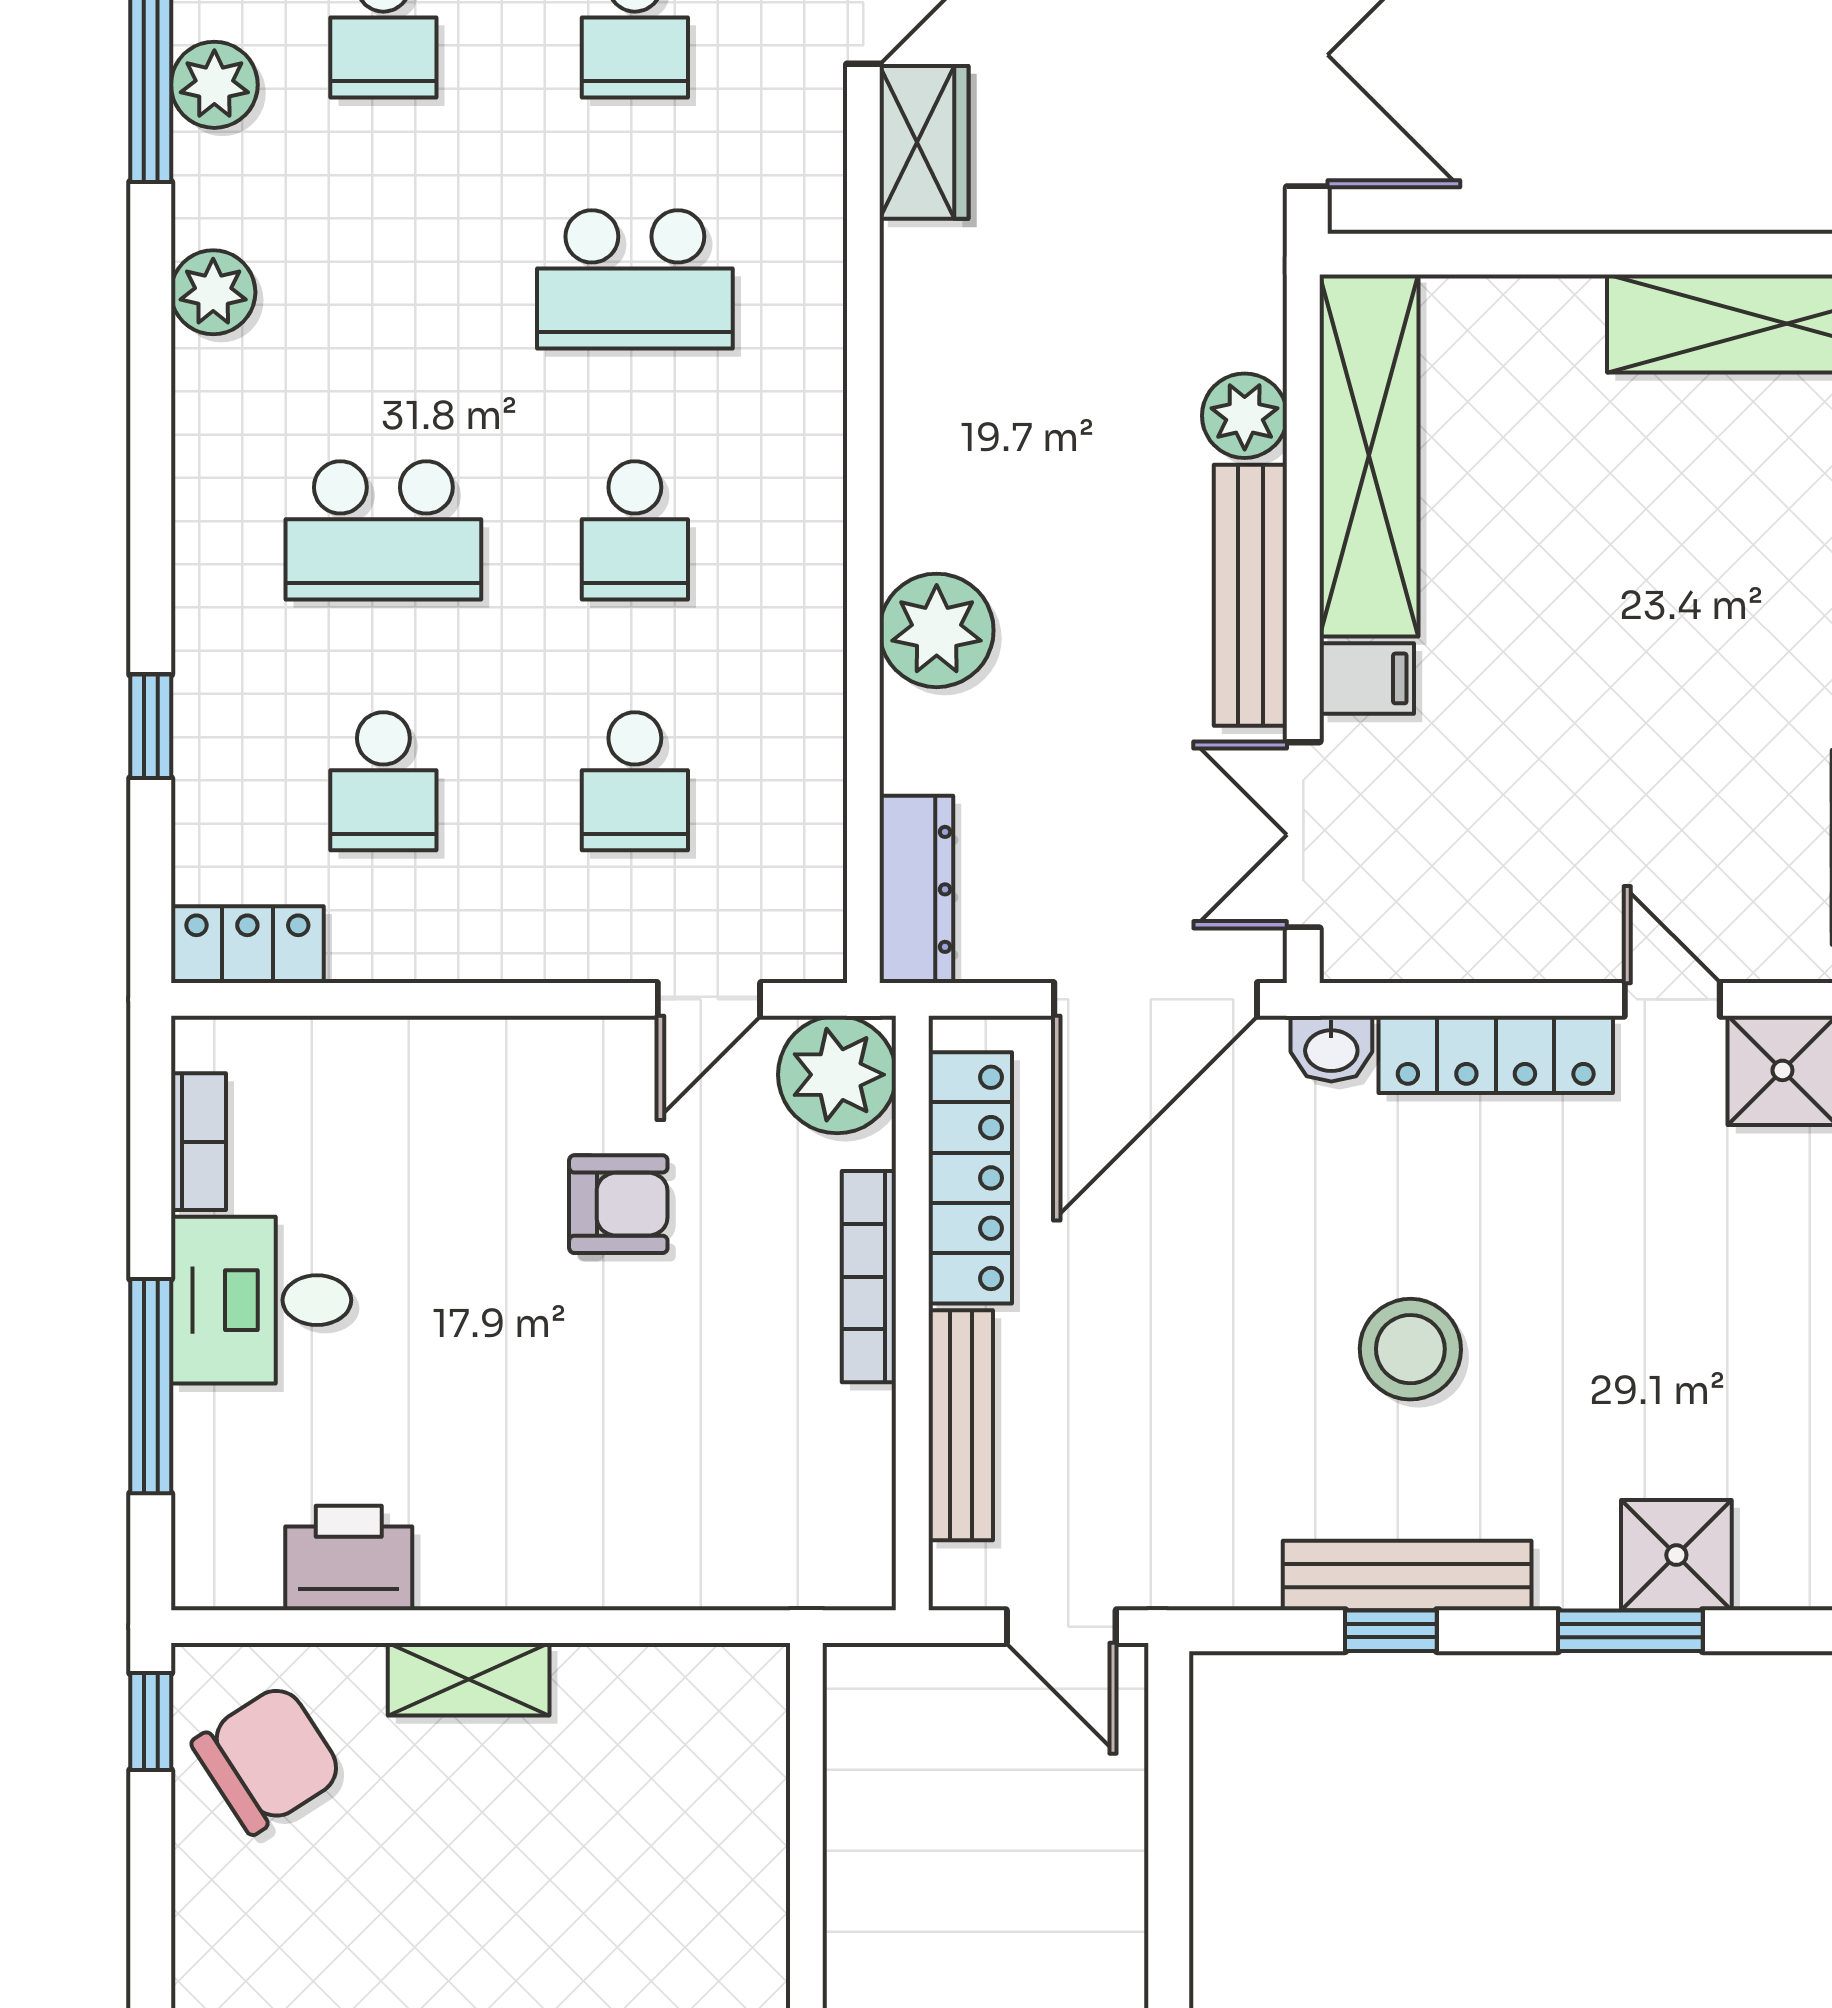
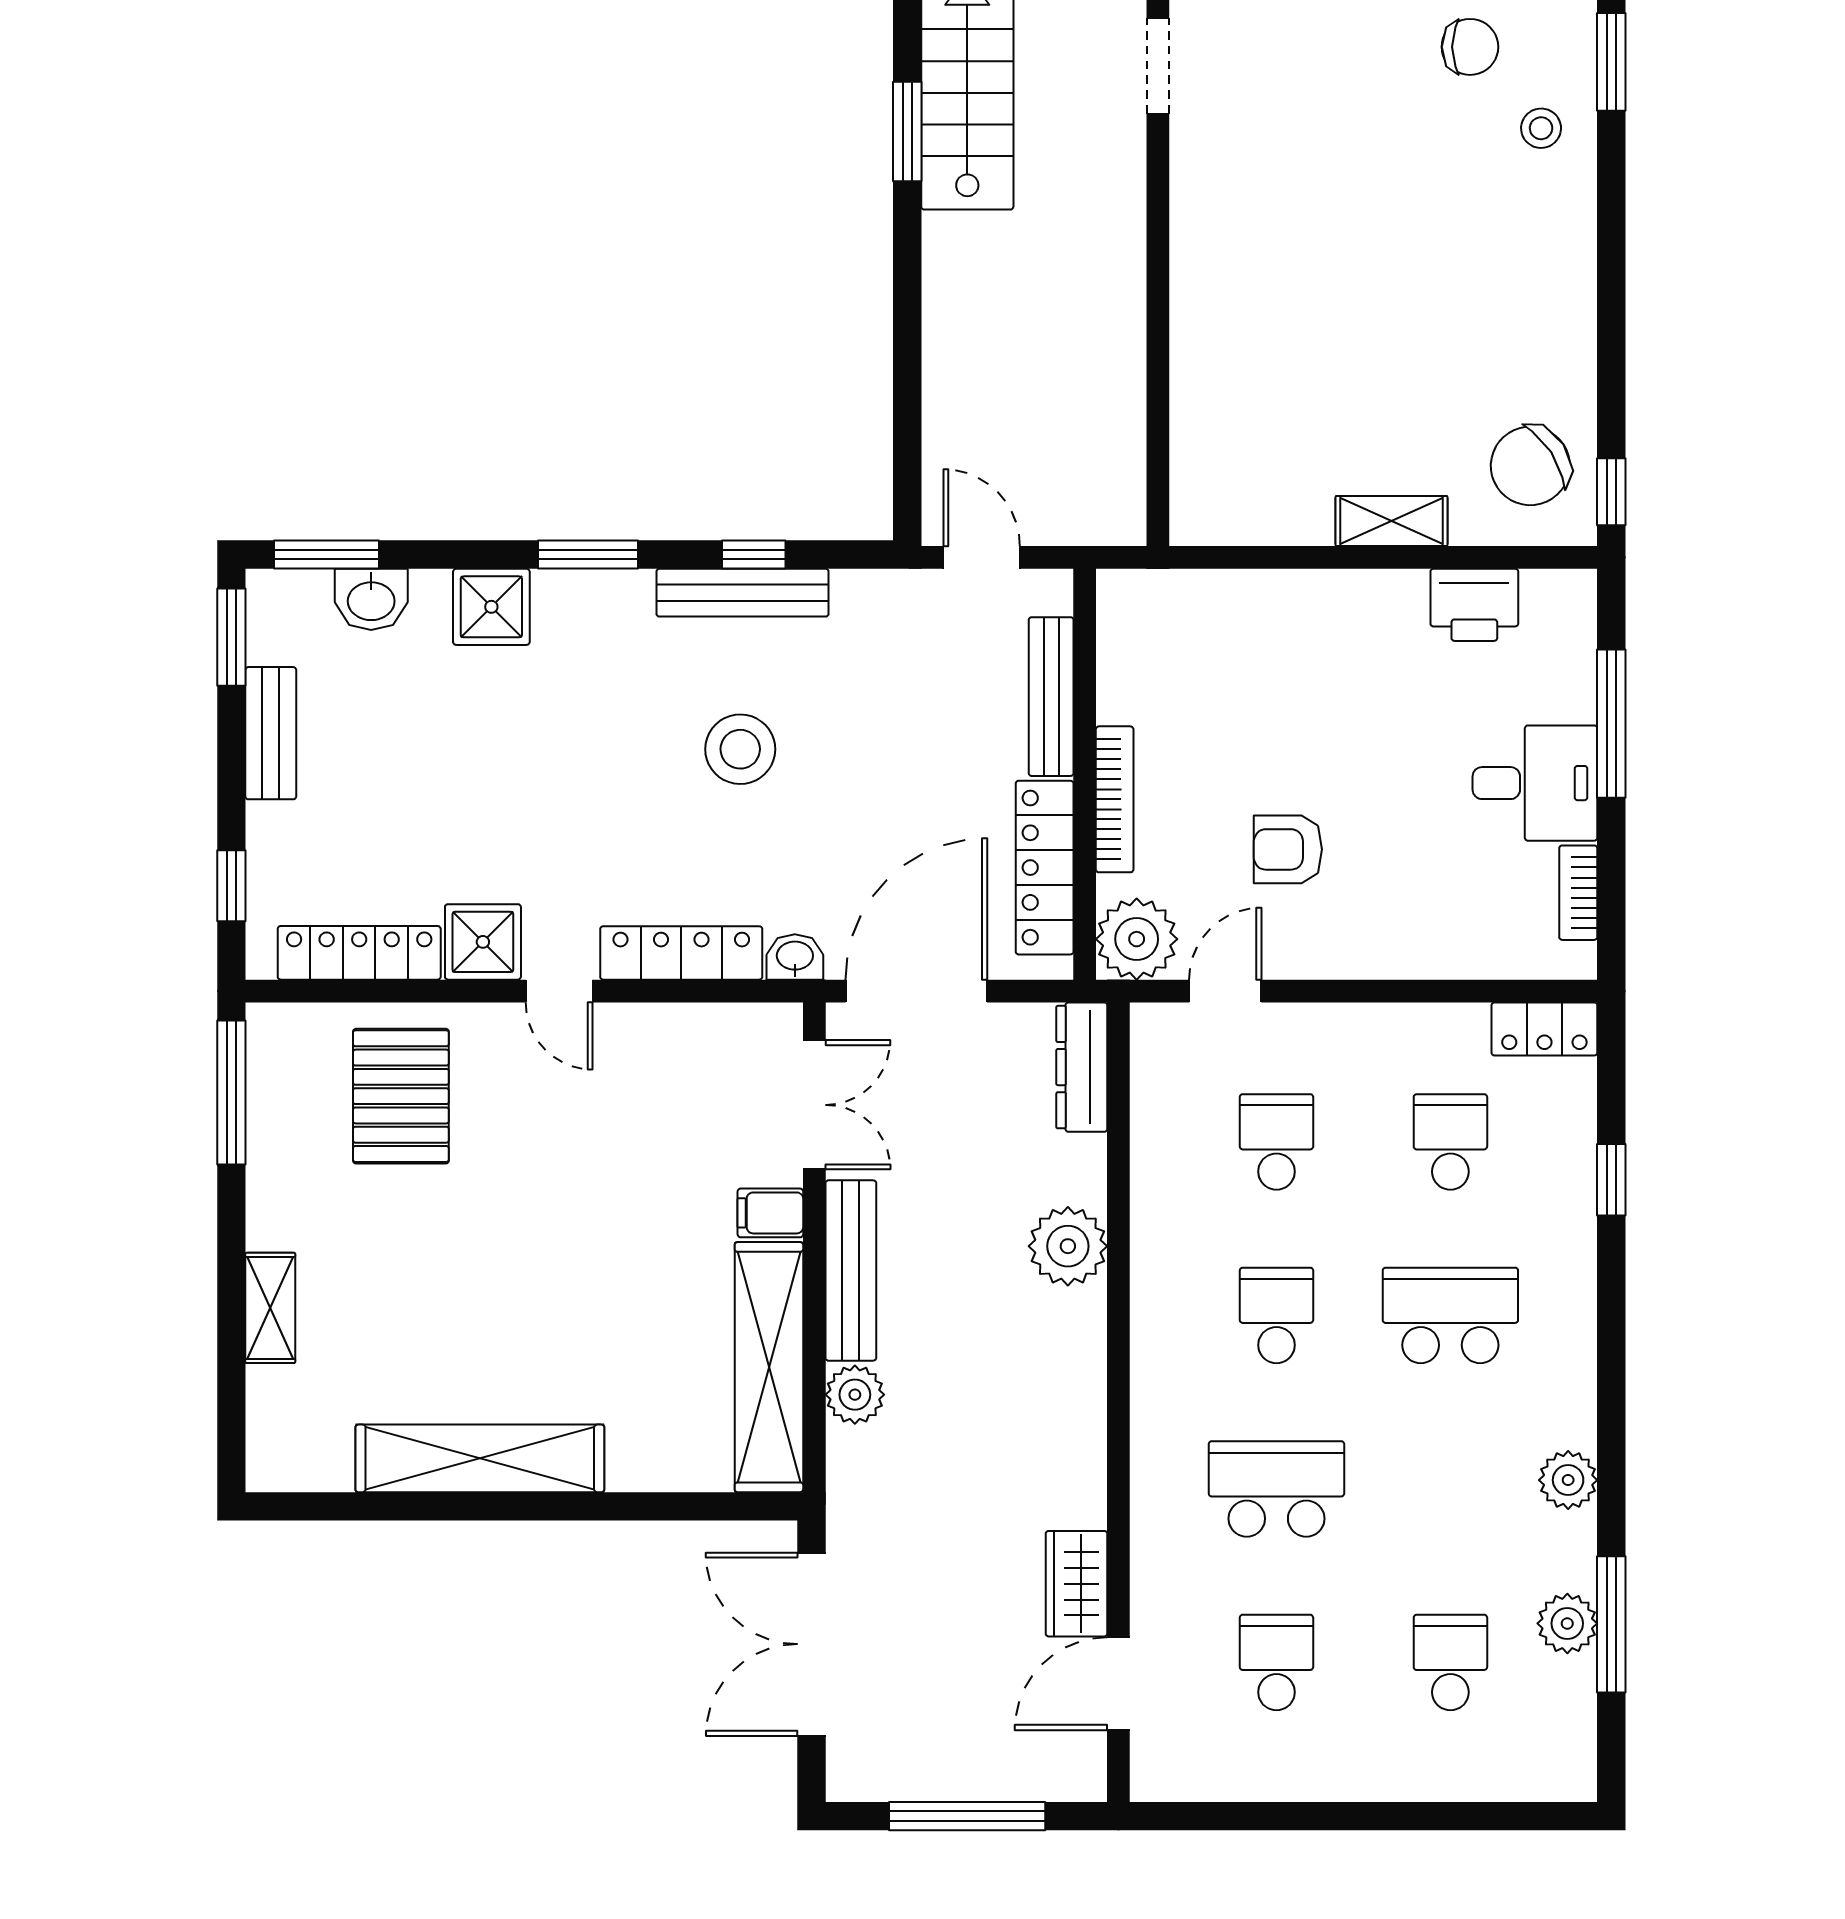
shower: (1676, 1555) -> (491, 607), moved

